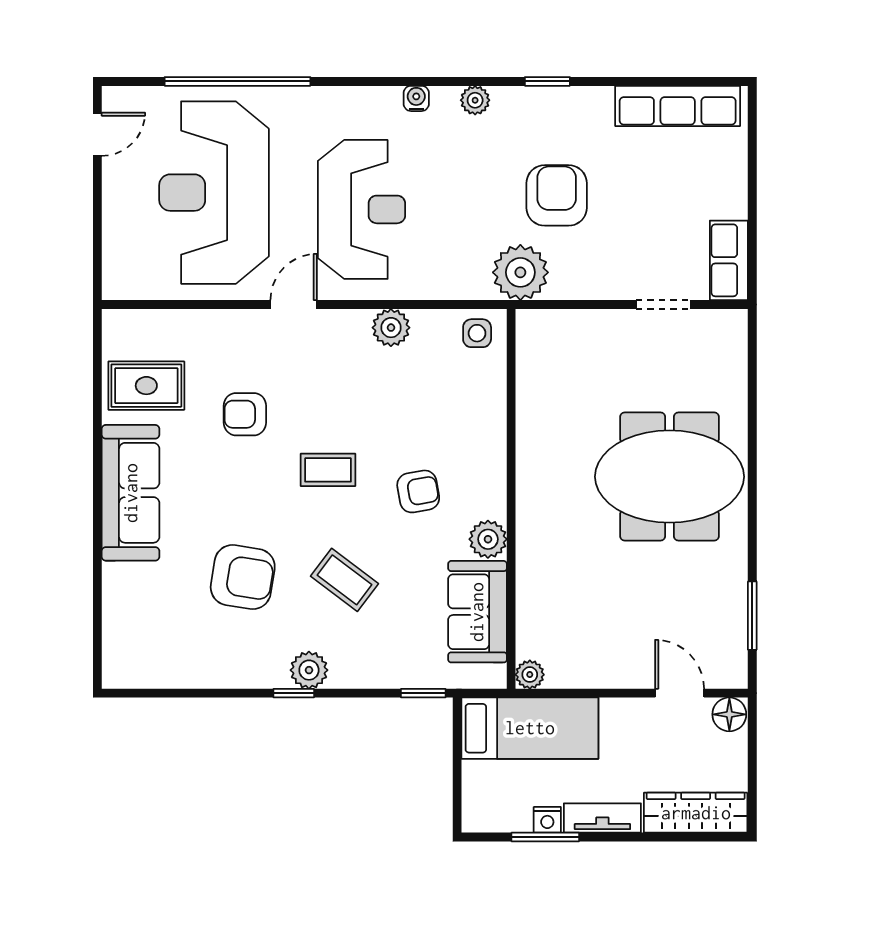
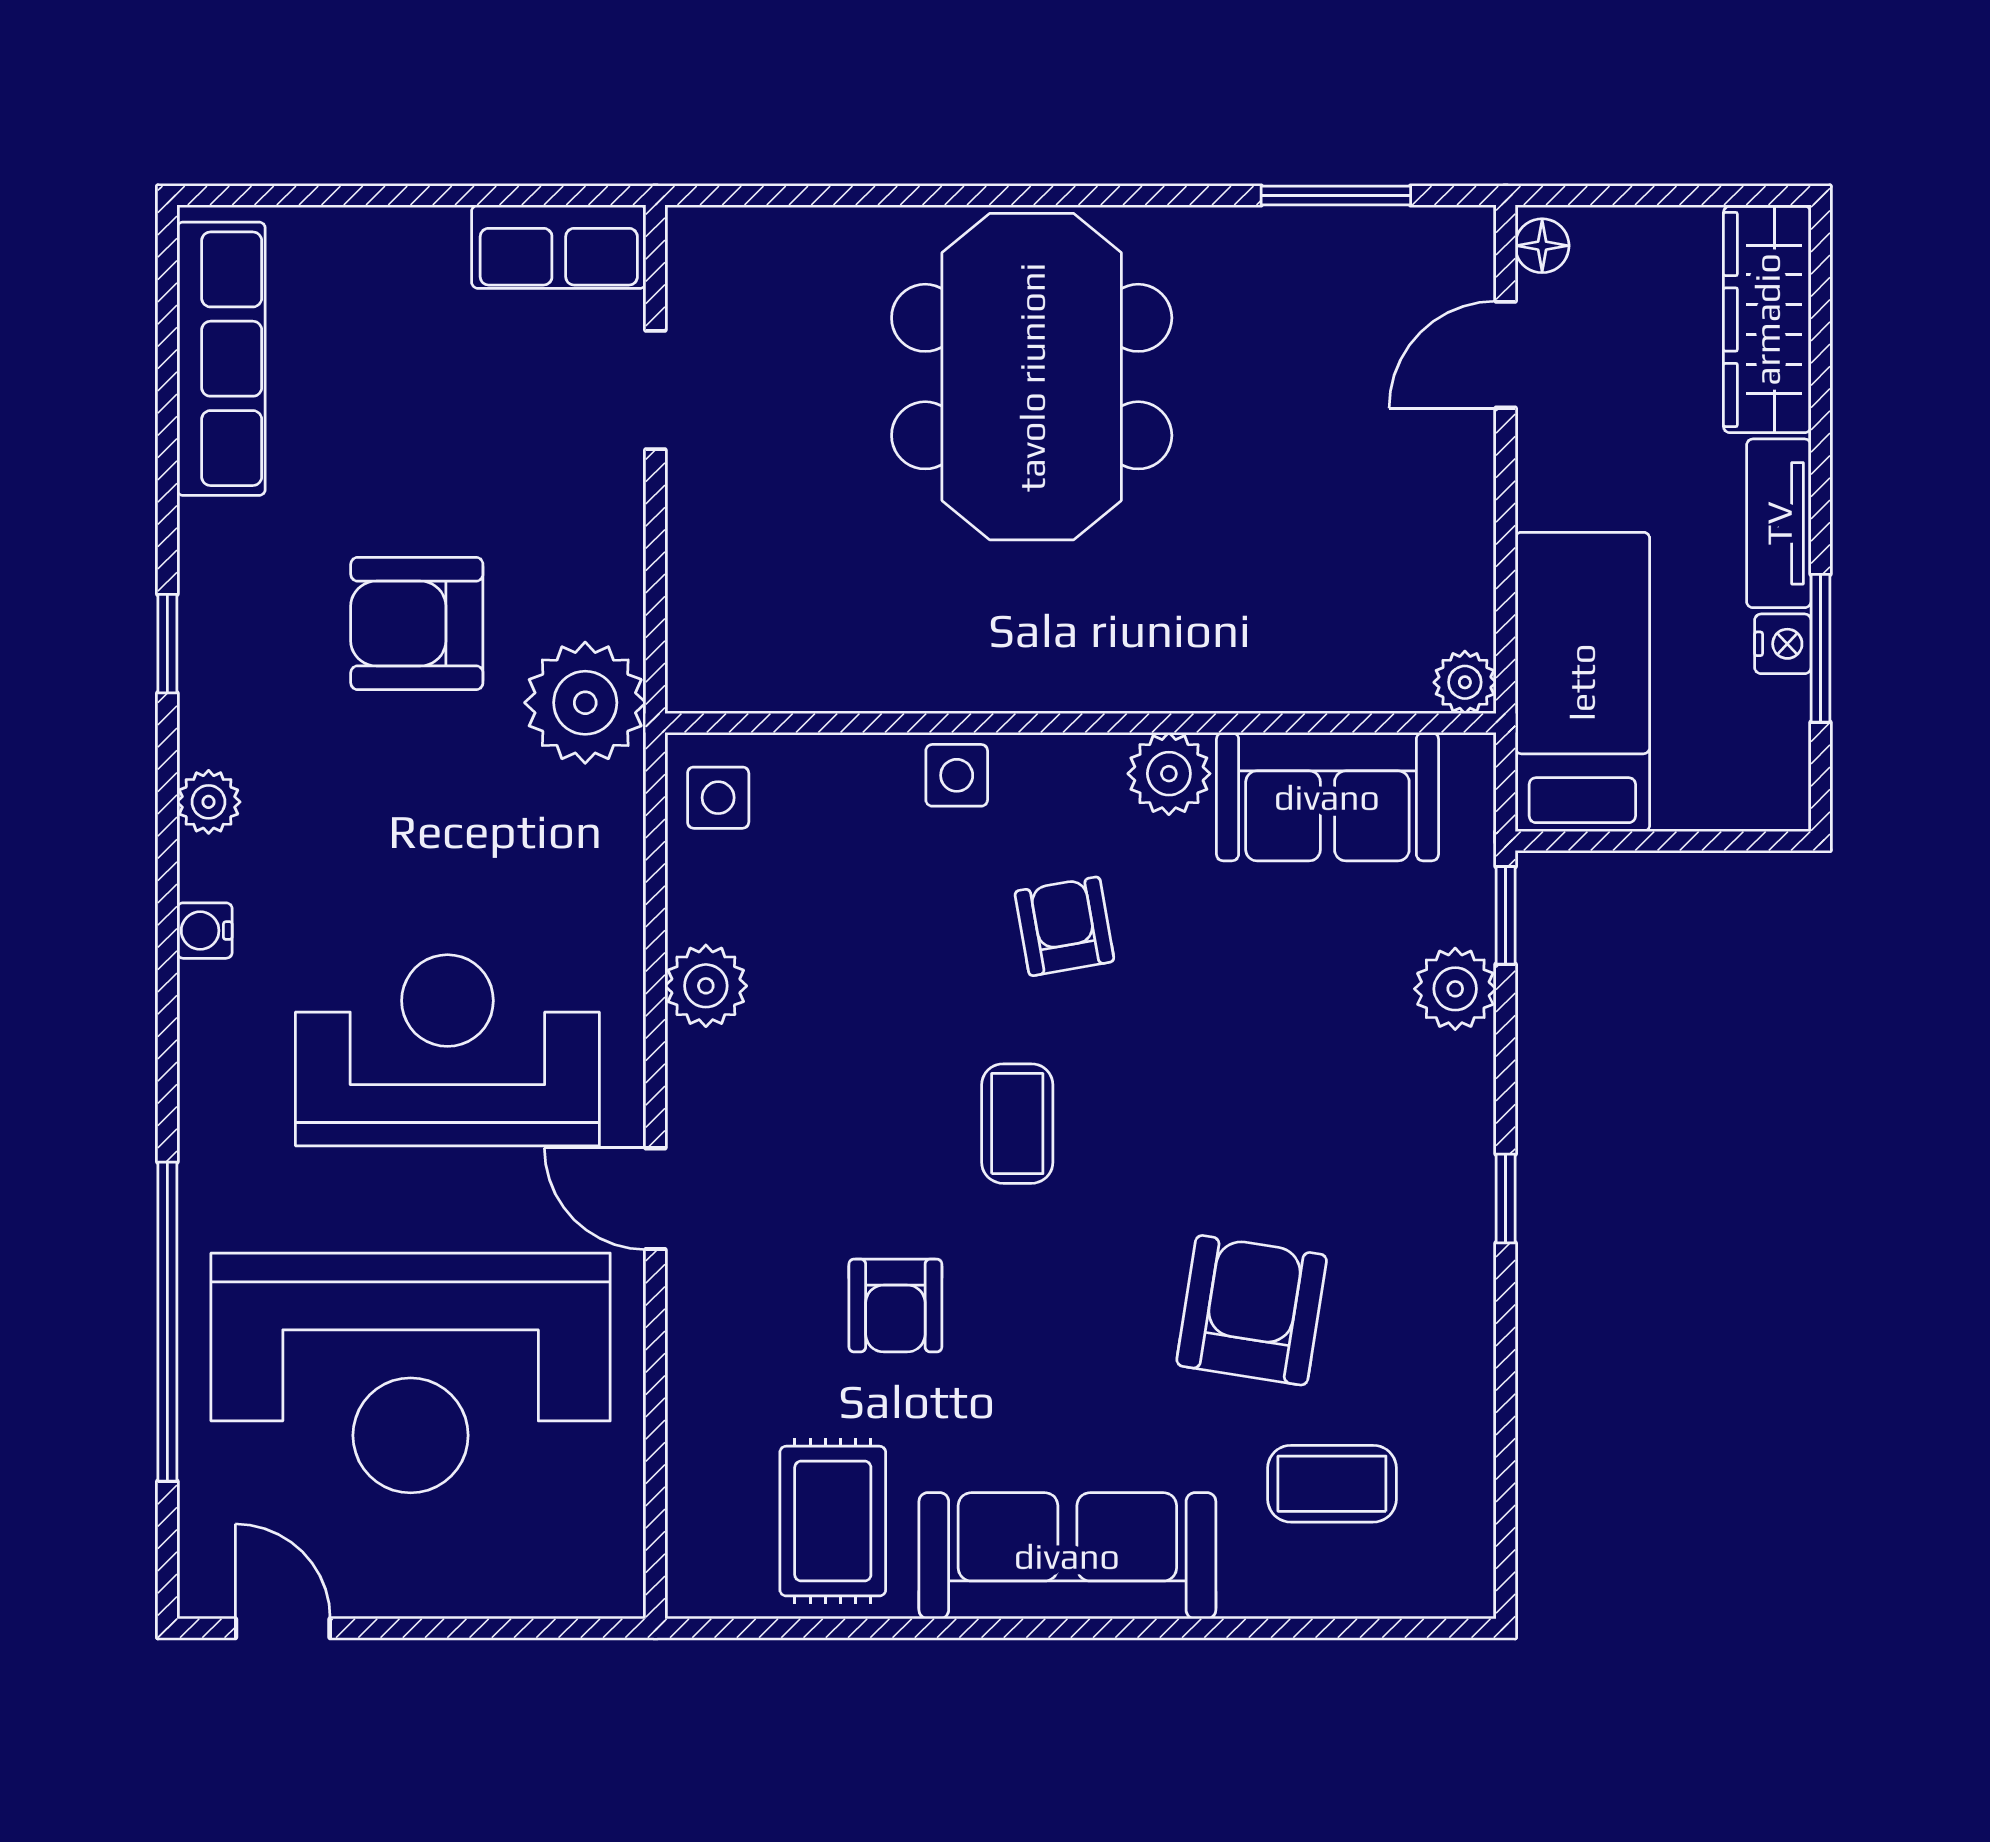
side table: (487, 442) -> (957, 775), added
coffee table: (345, 580) -> (1332, 1484), moved, turned 53
plant: (309, 670) -> (1455, 989), moved
floor lamp: (729, 714) -> (1542, 246), width x0.73, depth x0.73

